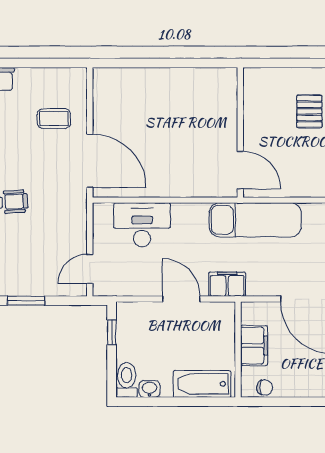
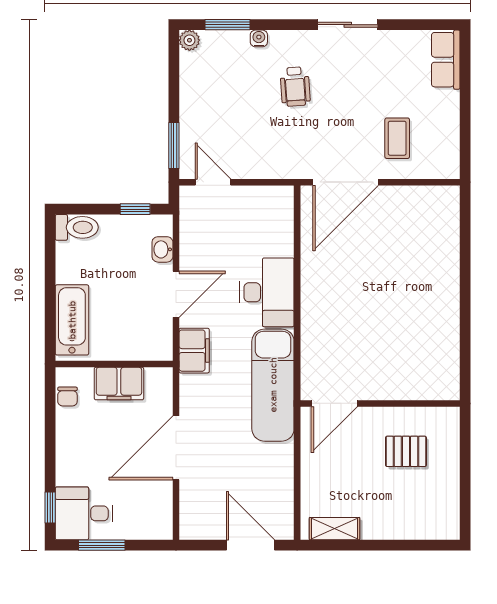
wall: (240, 132) -> (380, 403), moved
door: (240, 170) -> (334, 403), moved
desk: (142, 225) -> (267, 292), moved
window: (26, 301) -> (174, 145), moved
washbasin: (149, 389) -> (162, 249), moved, turned 180

